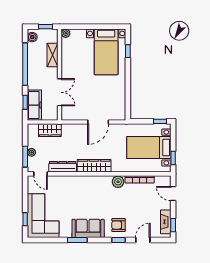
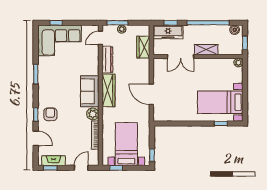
shelving: (52, 55) -> (206, 50), moved
sofa: (88, 228) -> (90, 91), moved, turned 180

